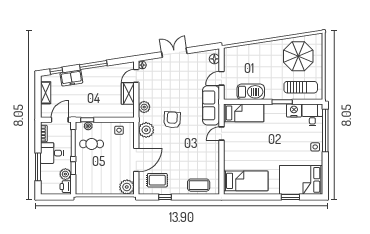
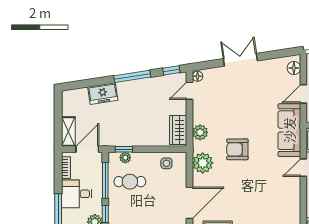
window: (56, 71) -> (171, 70), moved
shelving: (46, 93) -> (68, 132), moved
wardrobe: (128, 94) -> (178, 130), moved
armchair: (172, 120) -> (237, 149), turned -93

